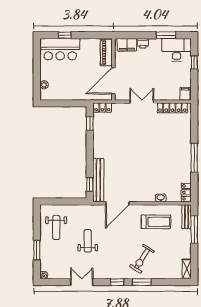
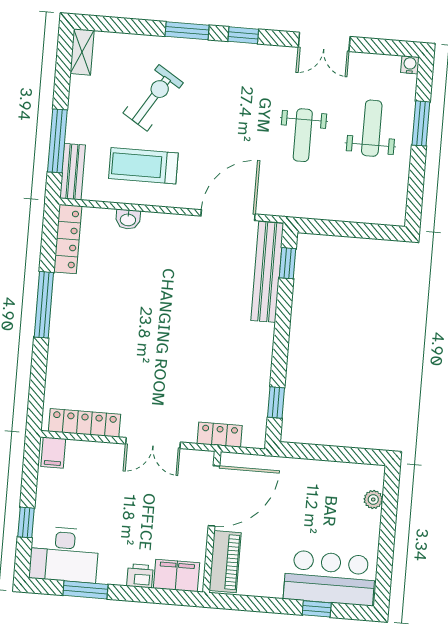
locker: (102, 108) -> (220, 435), moved
locker: (186, 192) -> (68, 239), width x1.53
weight bench: (56, 228) -> (372, 128), moved
exercise bike: (142, 259) -> (153, 98), moved

